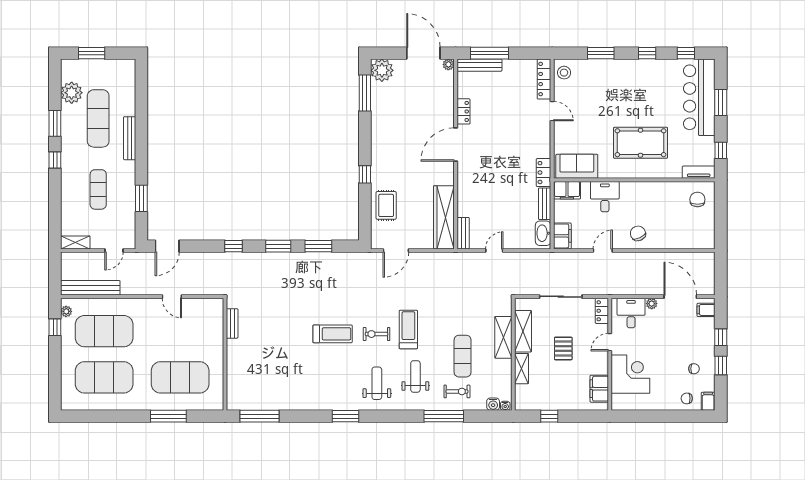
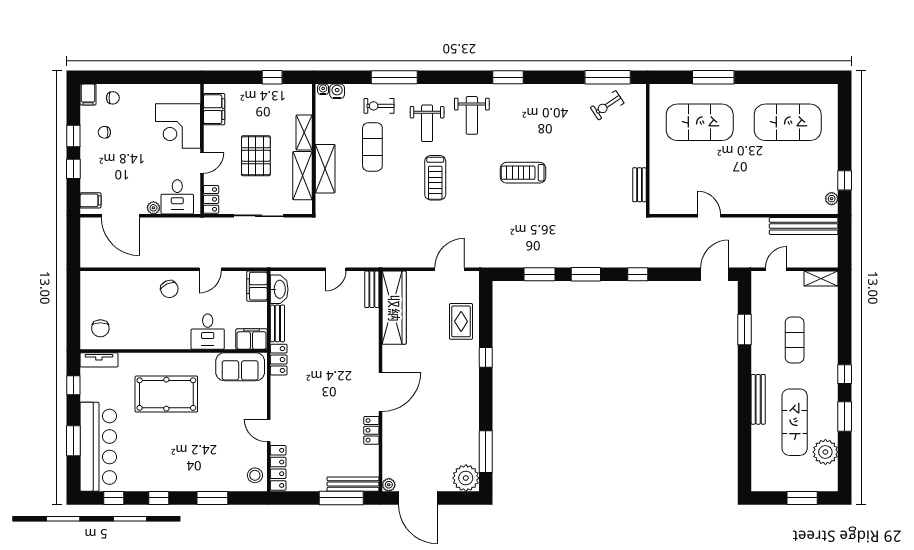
exercise mat: (104, 331) -> (788, 176), removed
exercise bike: (377, 334) -> (607, 105), moved, turned 146
pallet: (563, 348) -> (256, 156), width x1.50, depth x1.42

